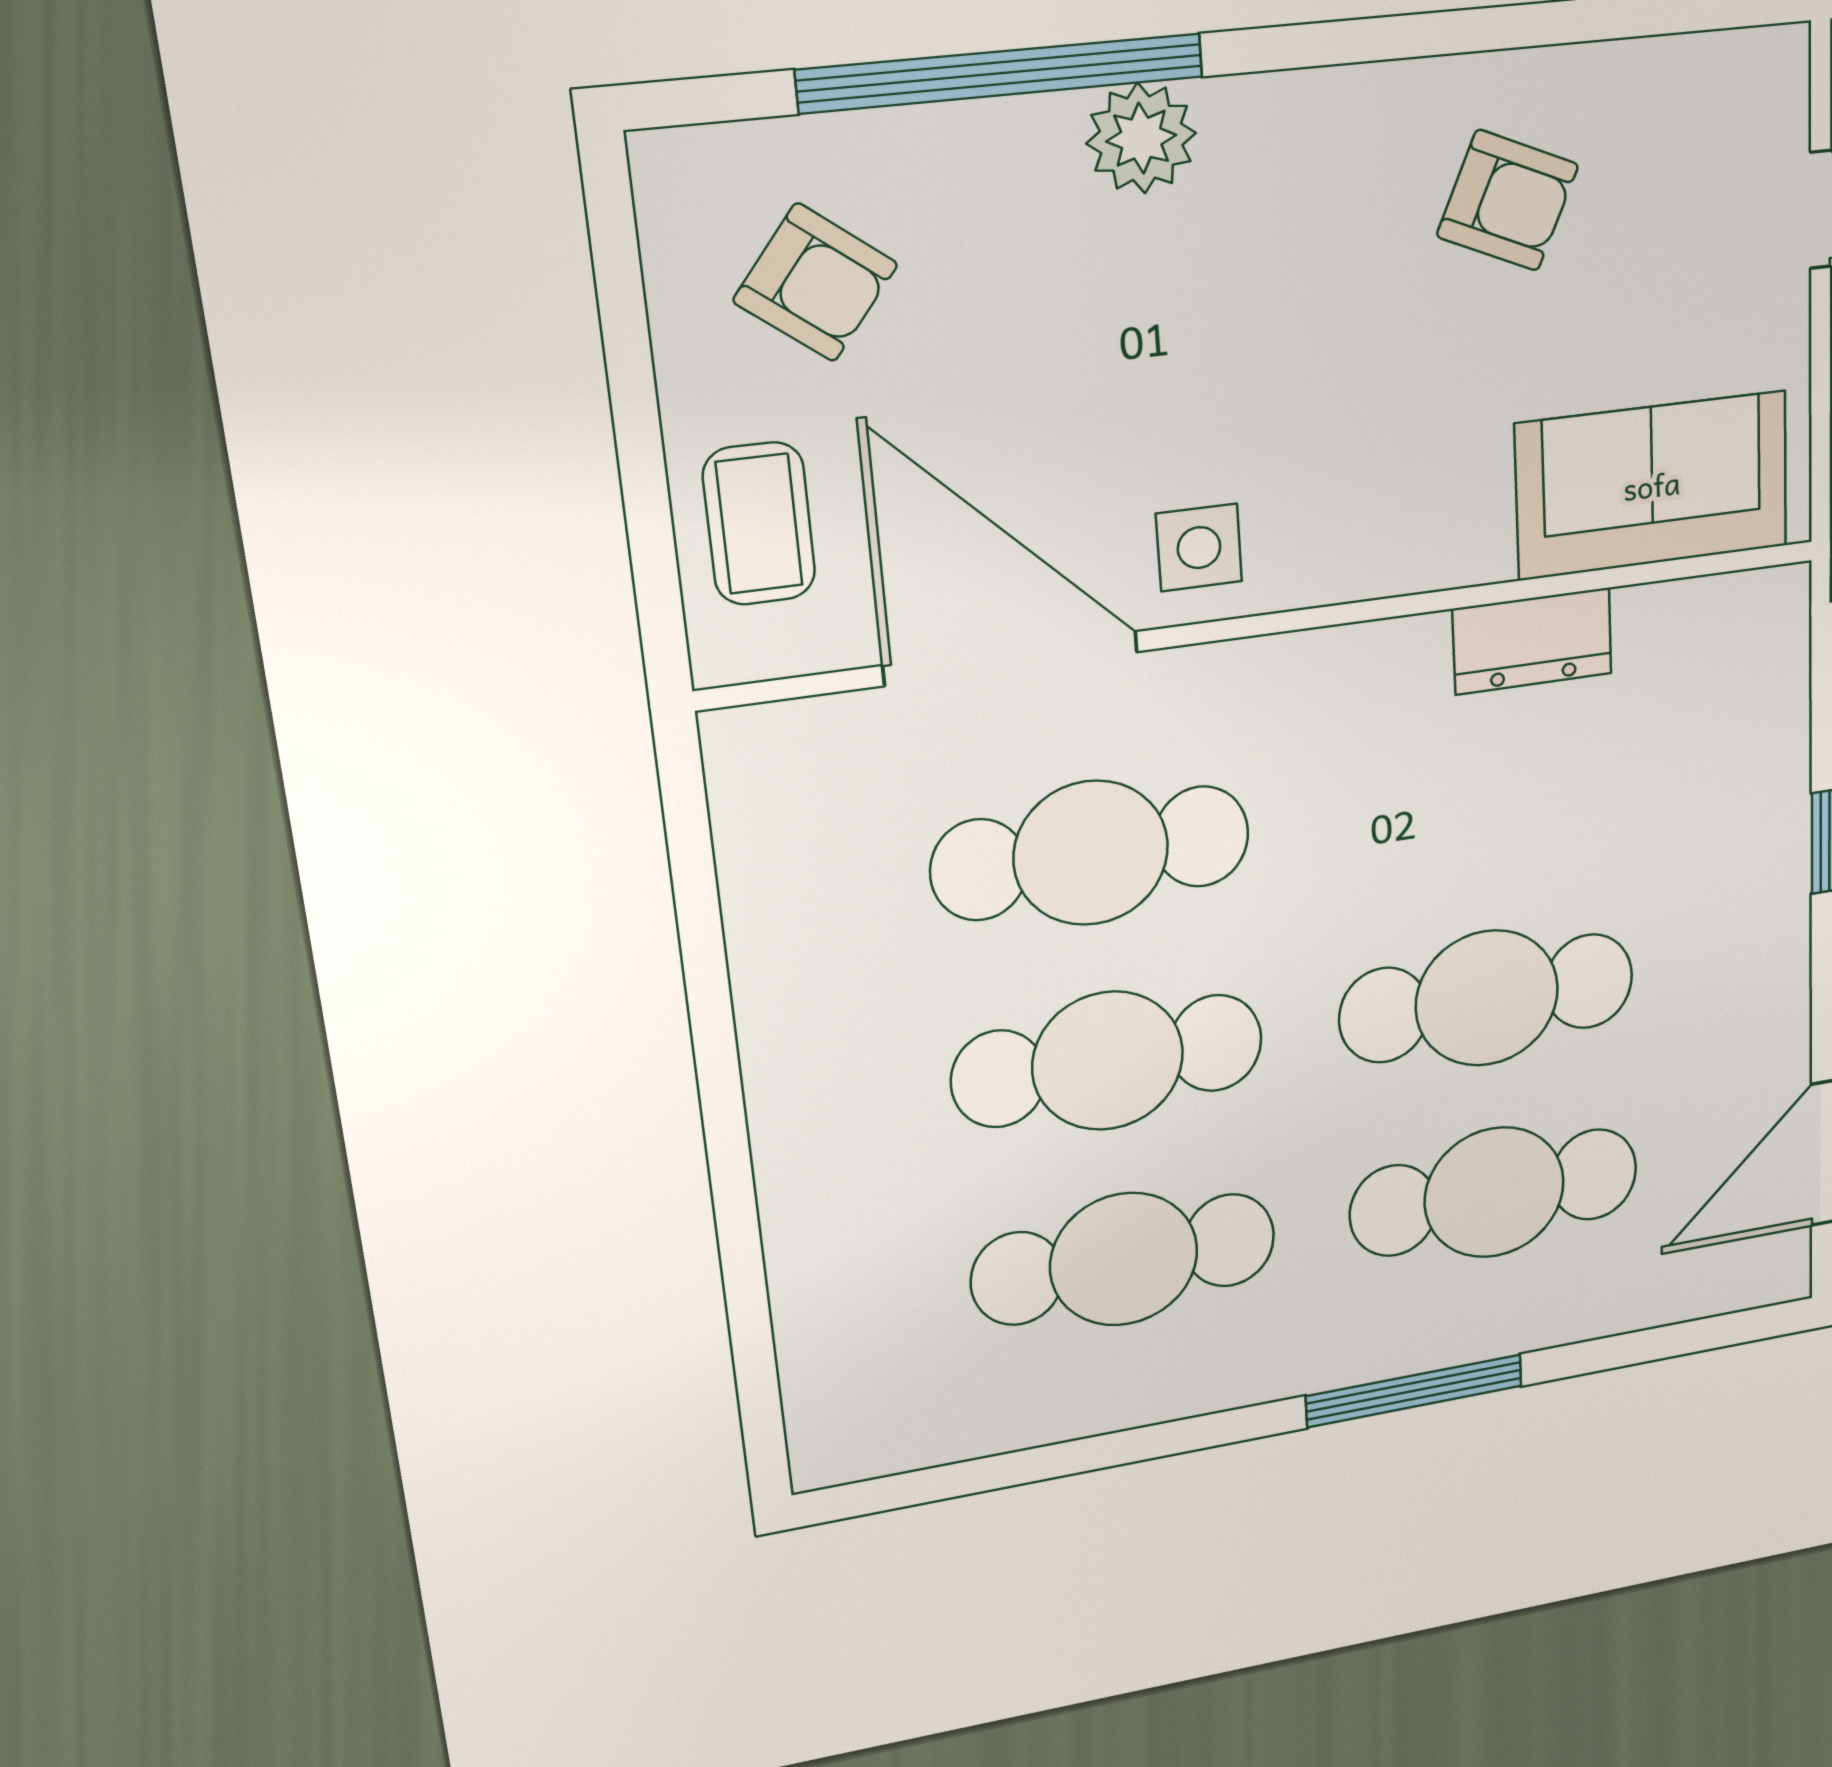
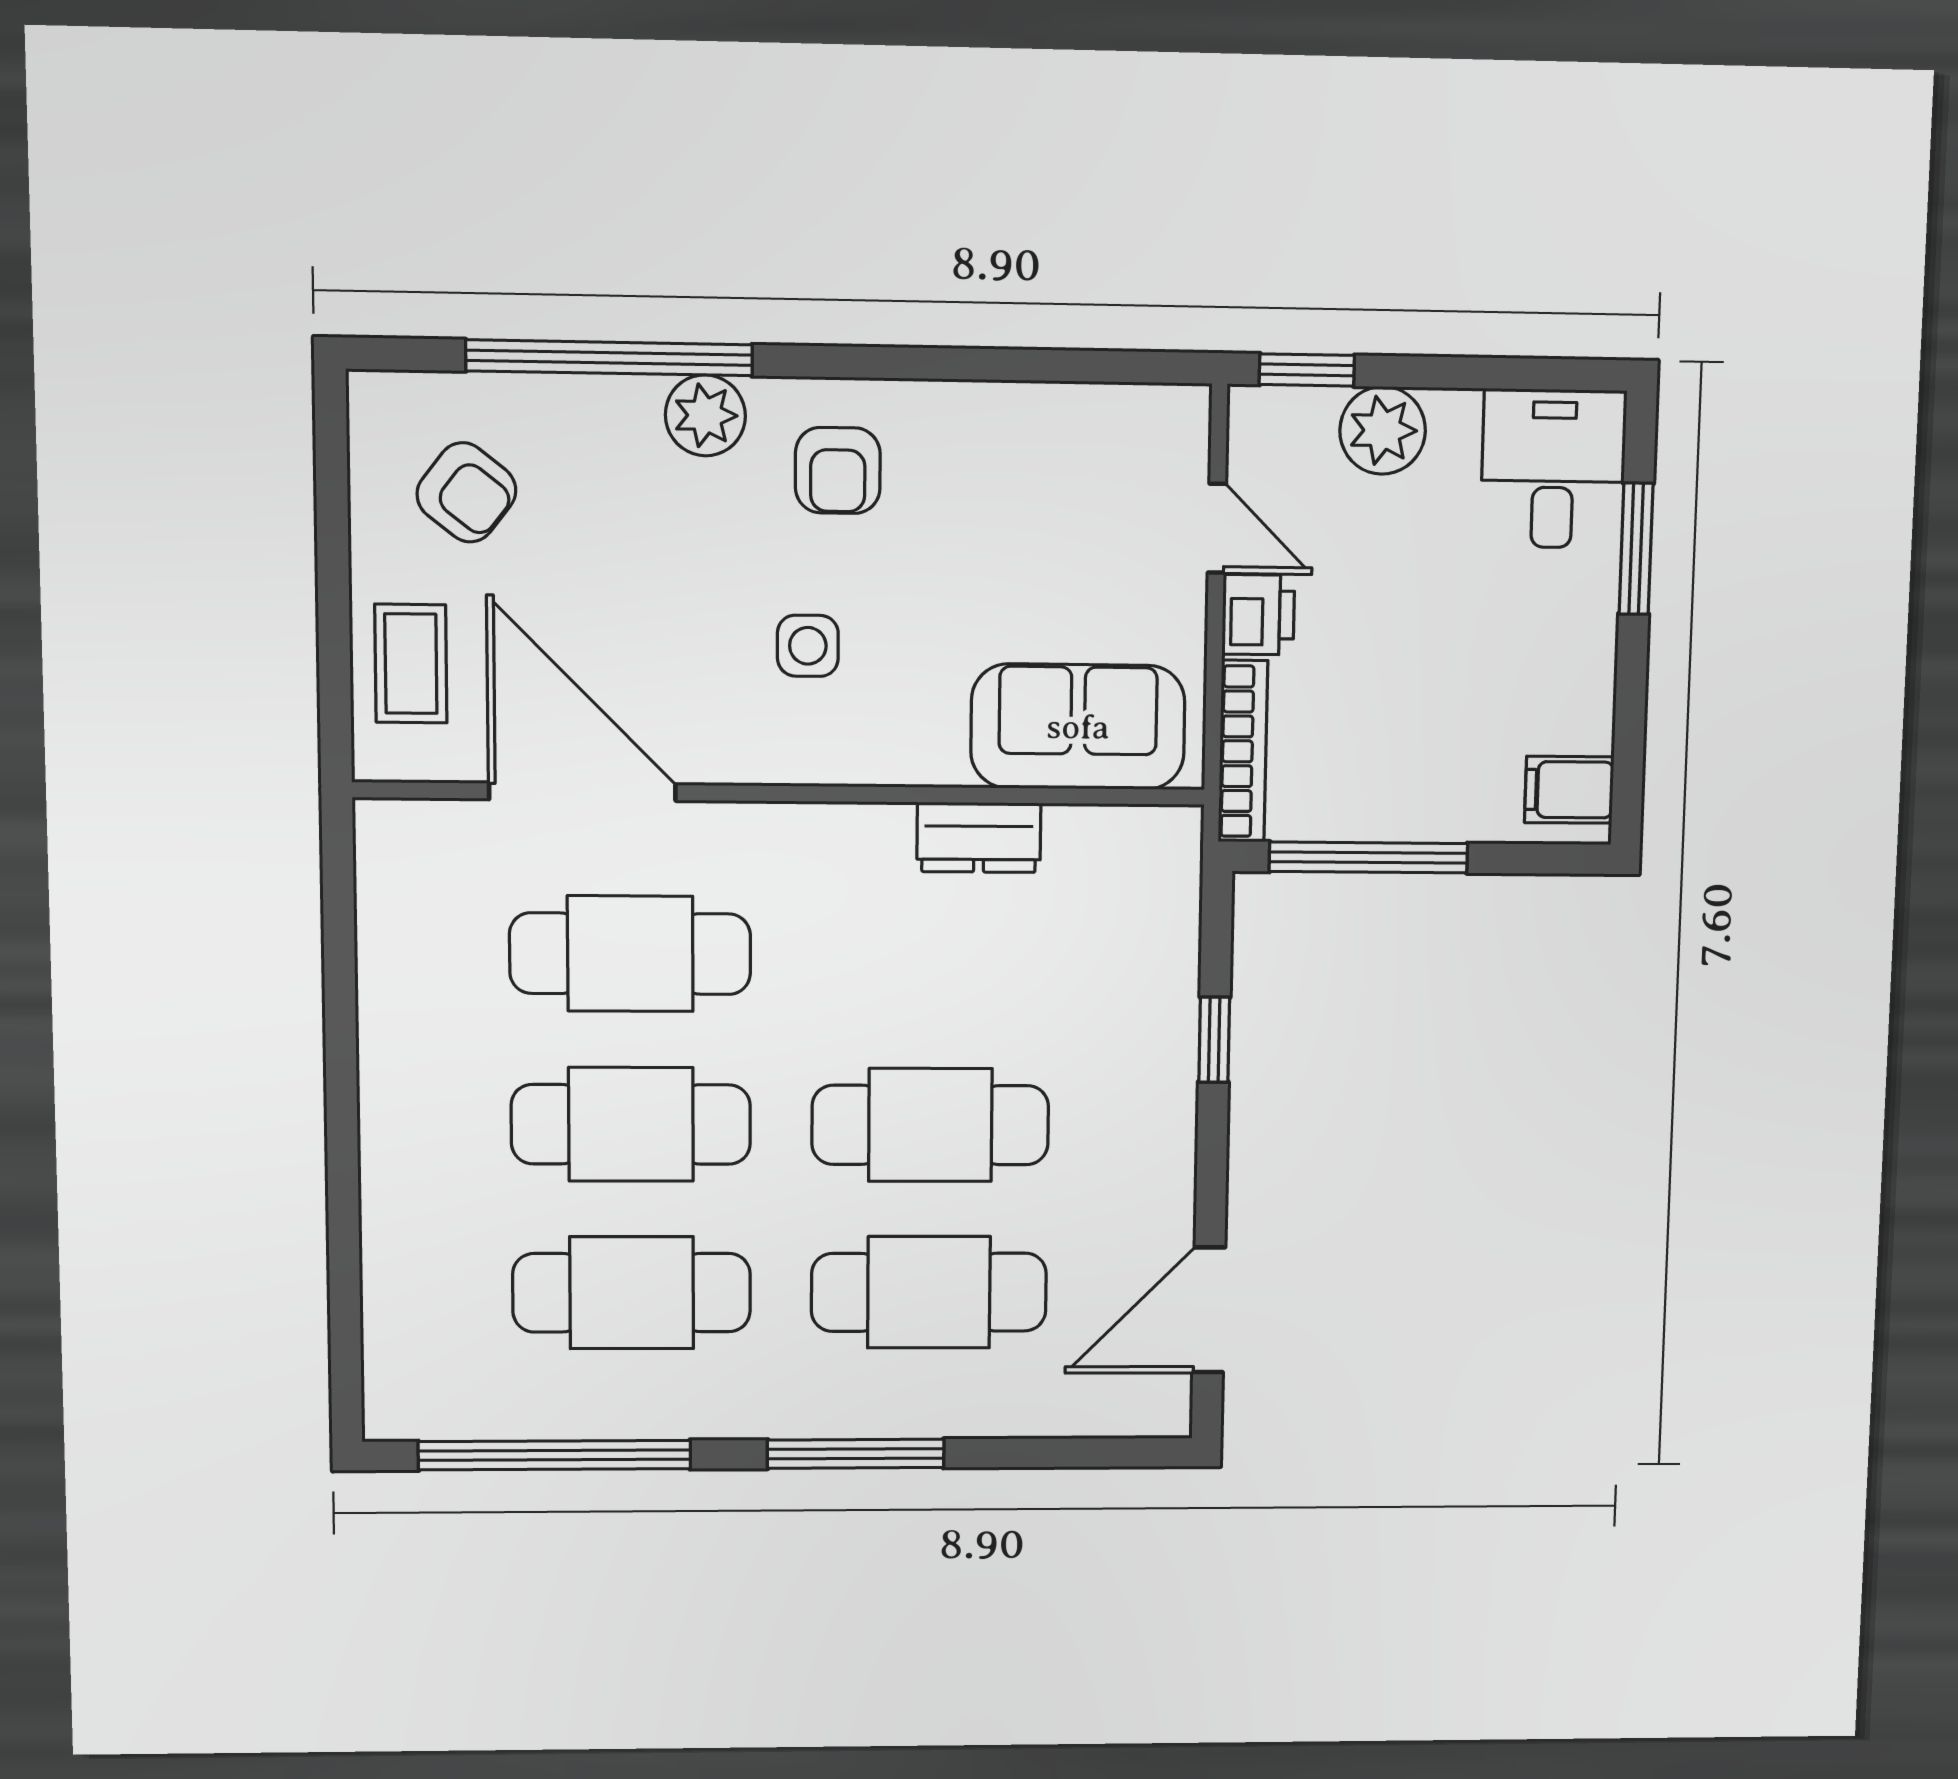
armchair: (1508, 200) -> (838, 470), moved, turned 66
side table: (1199, 548) -> (808, 646), moved
window: (1041, 1464) -> (555, 1455), added

